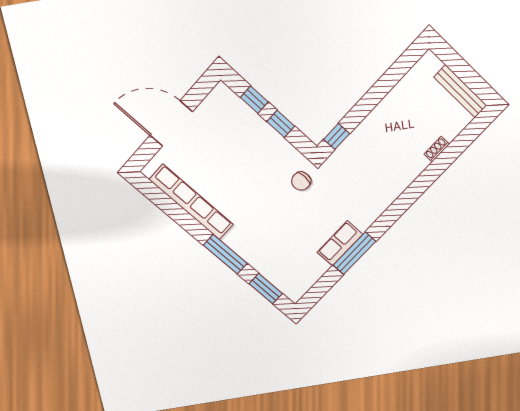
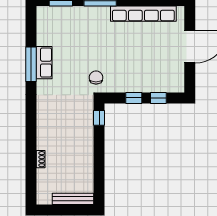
bench: (460, 91) -> (73, 199), moved

